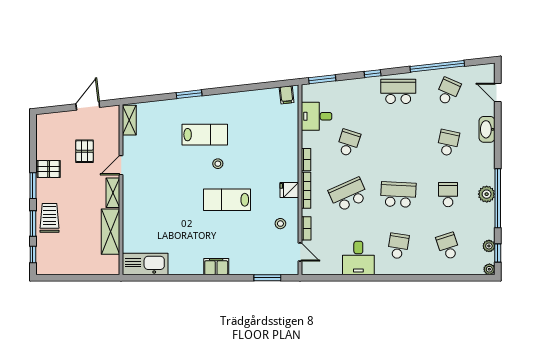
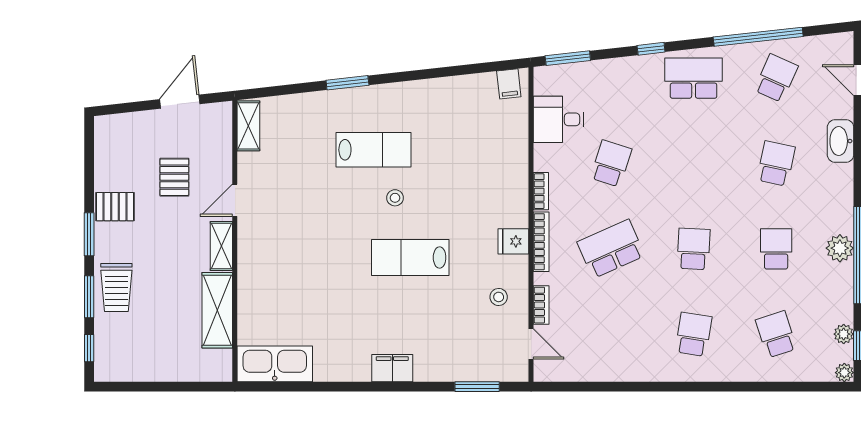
school desk: (398, 195) -> (694, 249), width x0.54
trolley: (49, 218) -> (116, 287), turned 180
desk: (358, 258) -> (628, 354), removed

